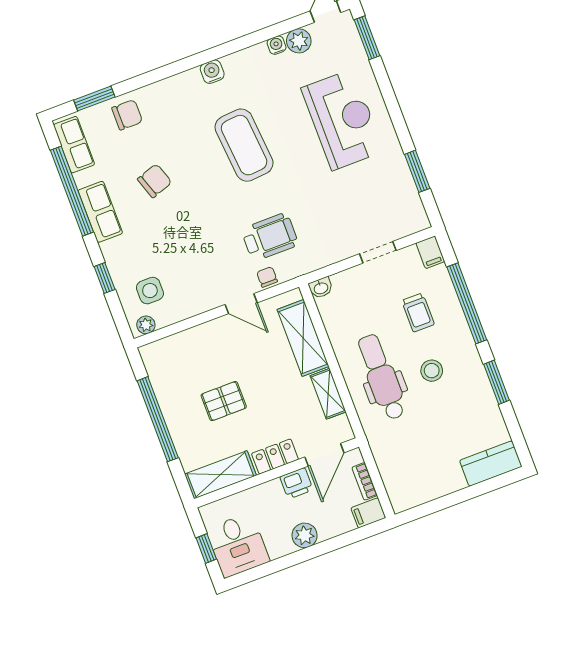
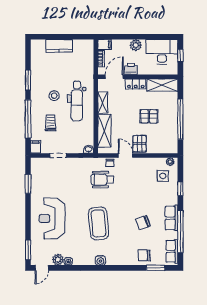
pallet: (222, 338) -> (140, 144), added
kitchen counter: (491, 464) -> (59, 46), moved
desk: (238, 545) -> (162, 52), width x1.37

